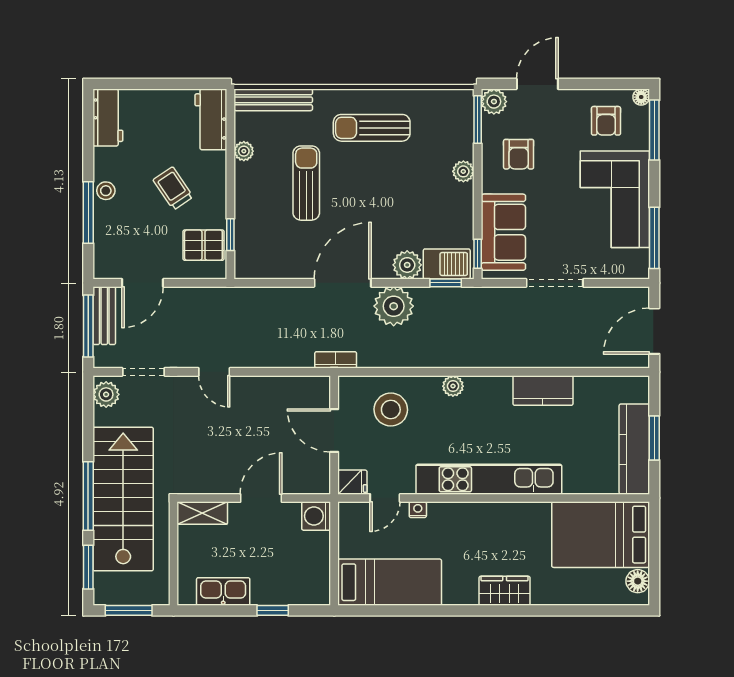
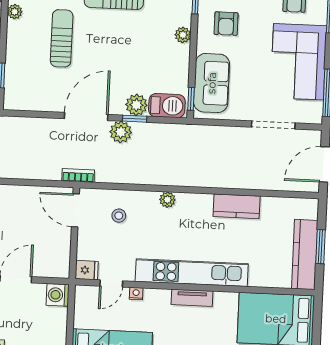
window: (446, 283) -> (135, 119), moved
doorway: (555, 283) -> (273, 125), moved
plant: (394, 306) -> (121, 132), width x0.73, depth x0.73
stool: (391, 410) -> (119, 216), width x0.53, depth x0.53
door: (334, 431) -> (75, 210), moved
tv unit: (491, 512) -> (192, 298), added

